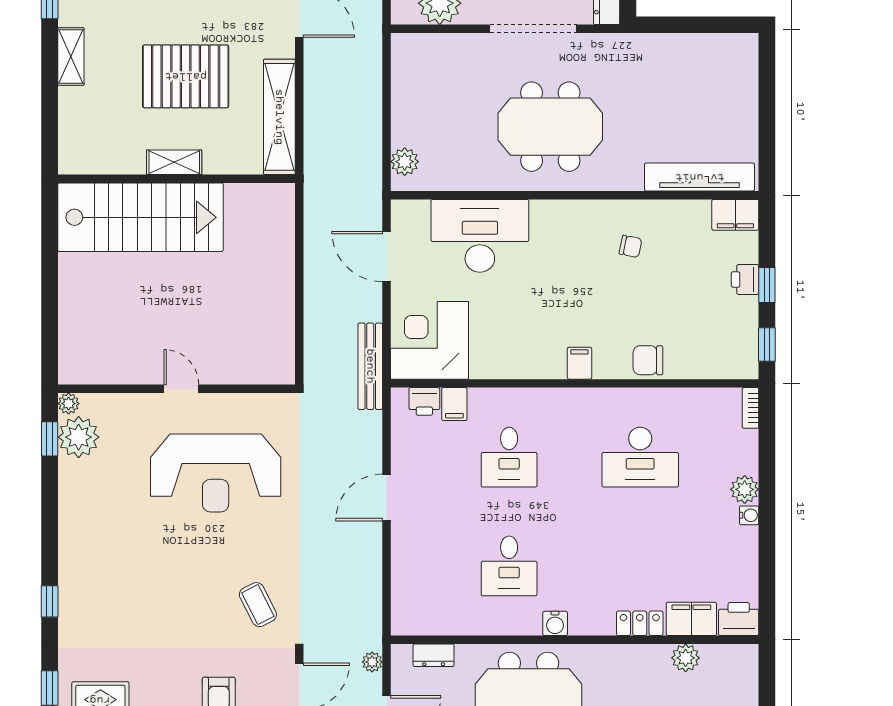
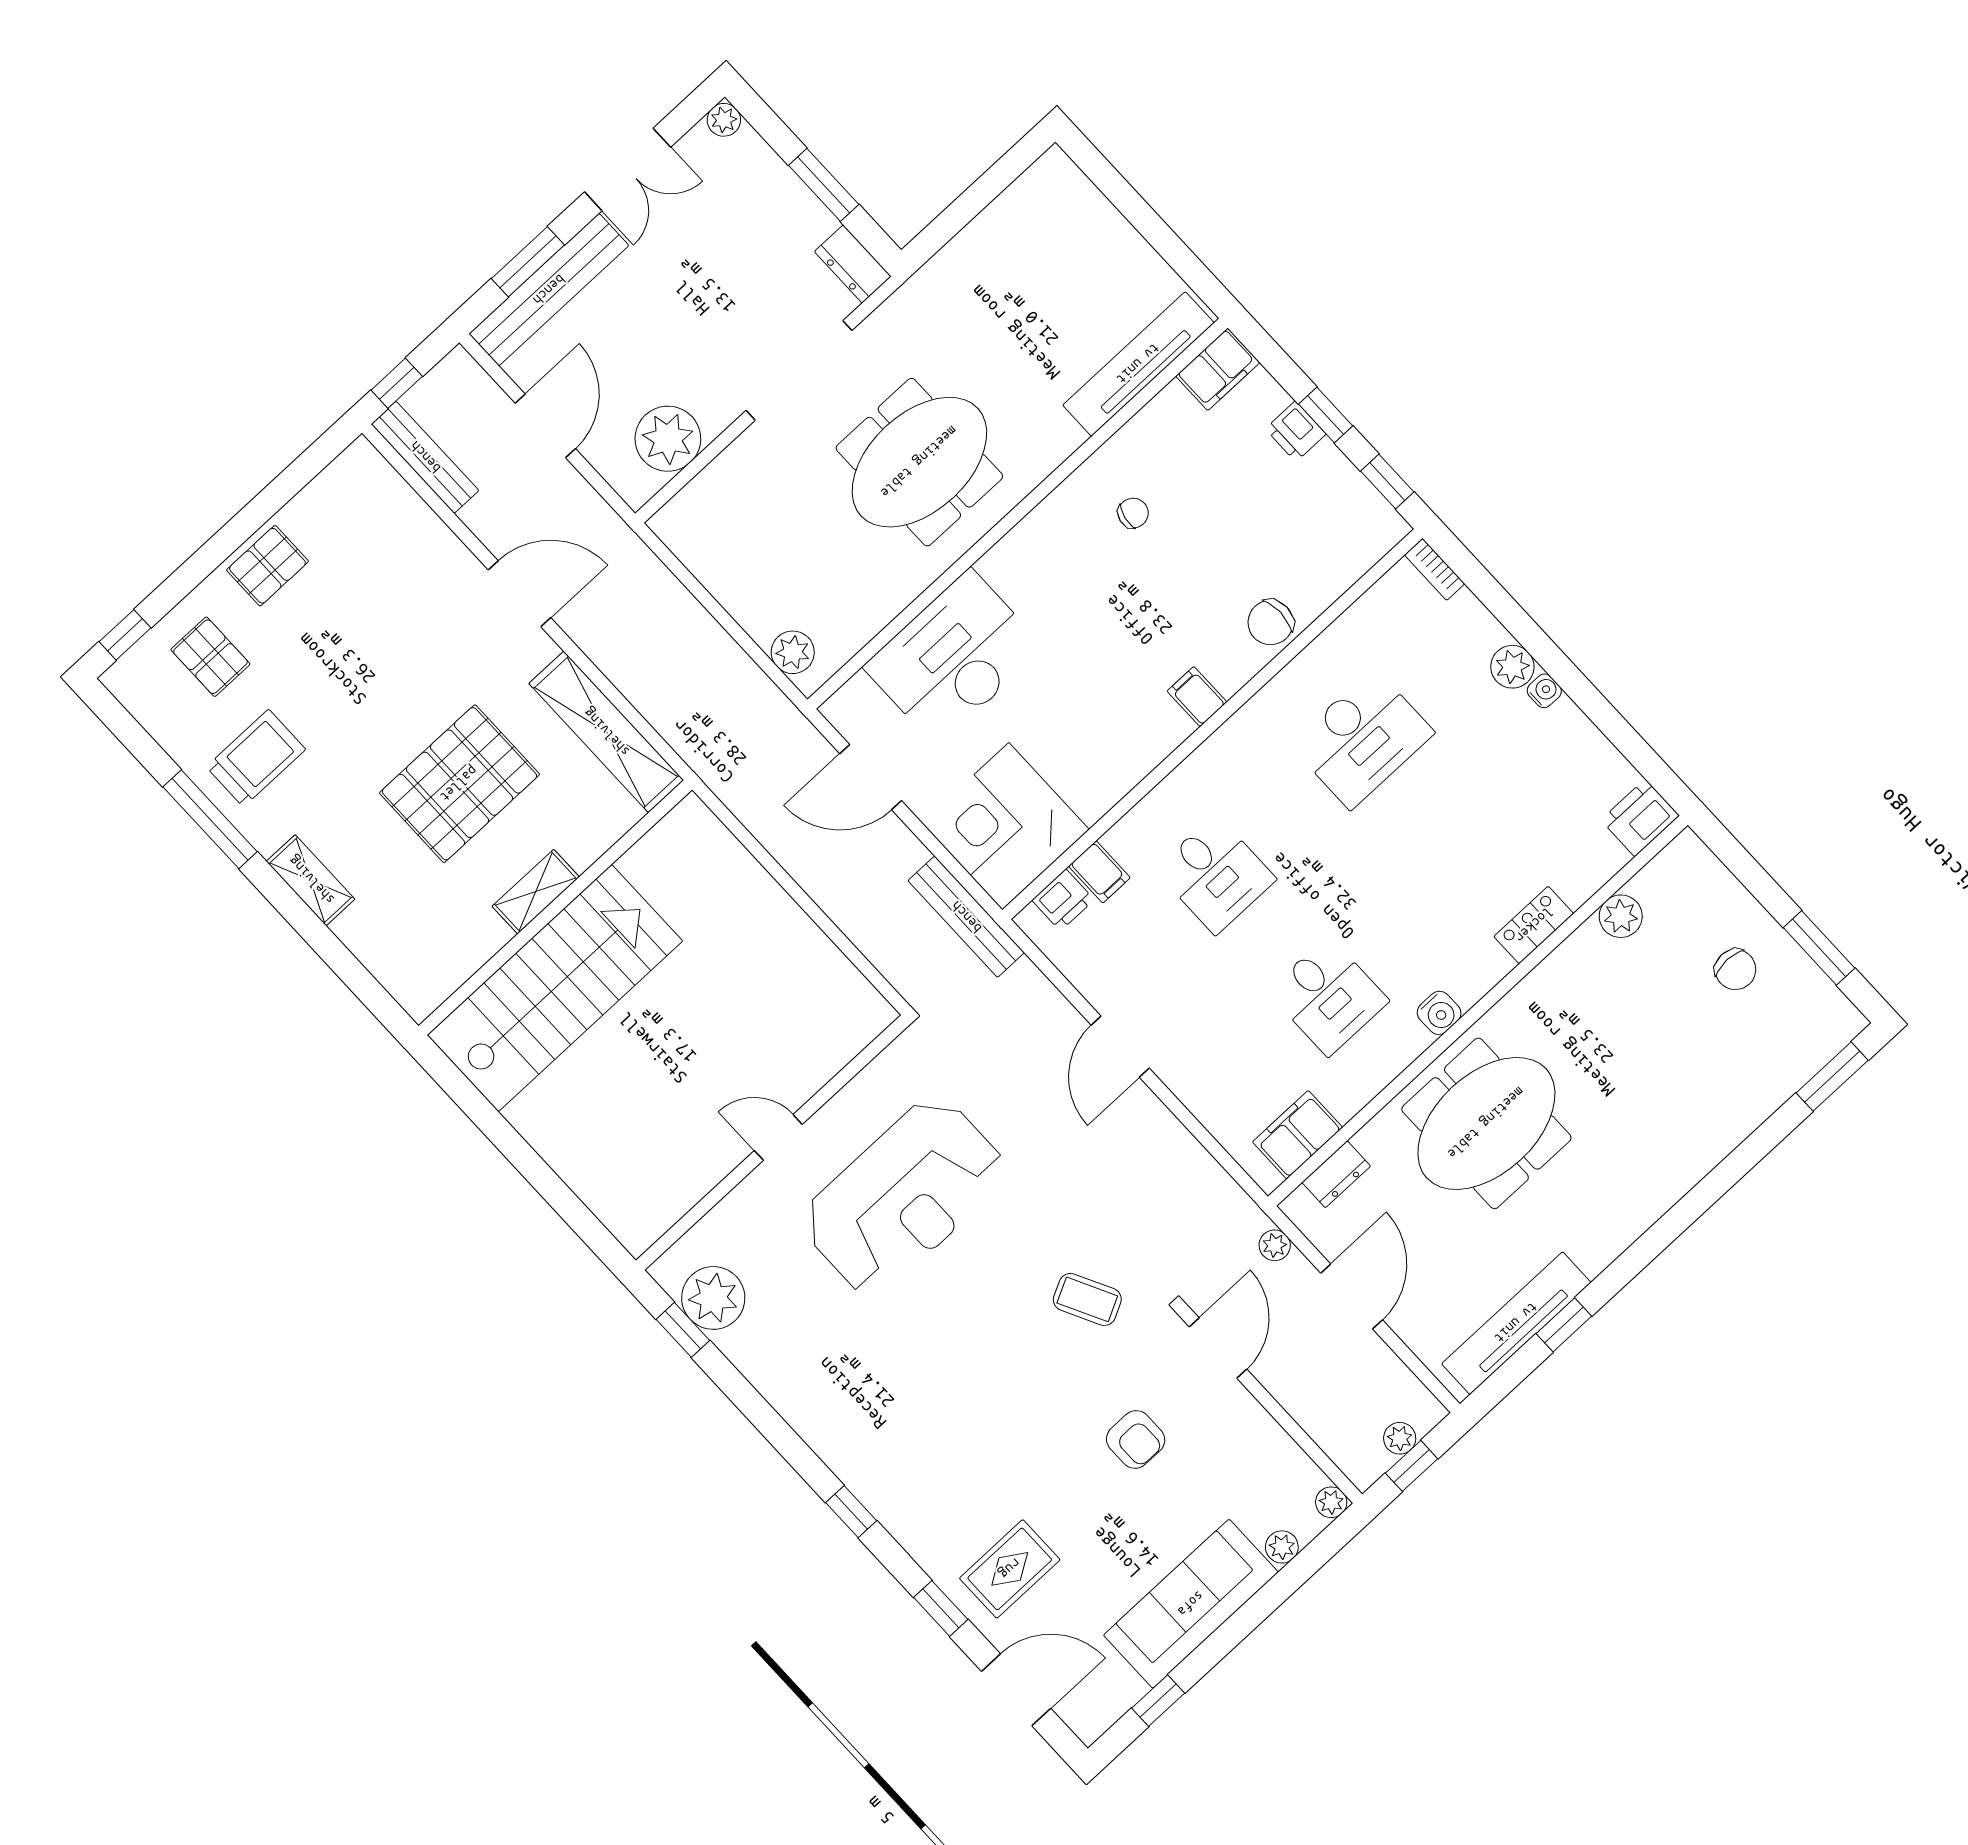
plant: (69, 404) -> (667, 1271), removed
filing cabinet: (691, 619) -> (1297, 1135), moved

